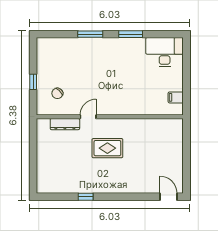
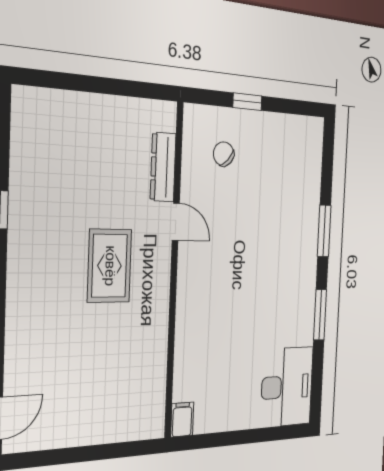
filing cabinet: (176, 97) -> (182, 419), moved

